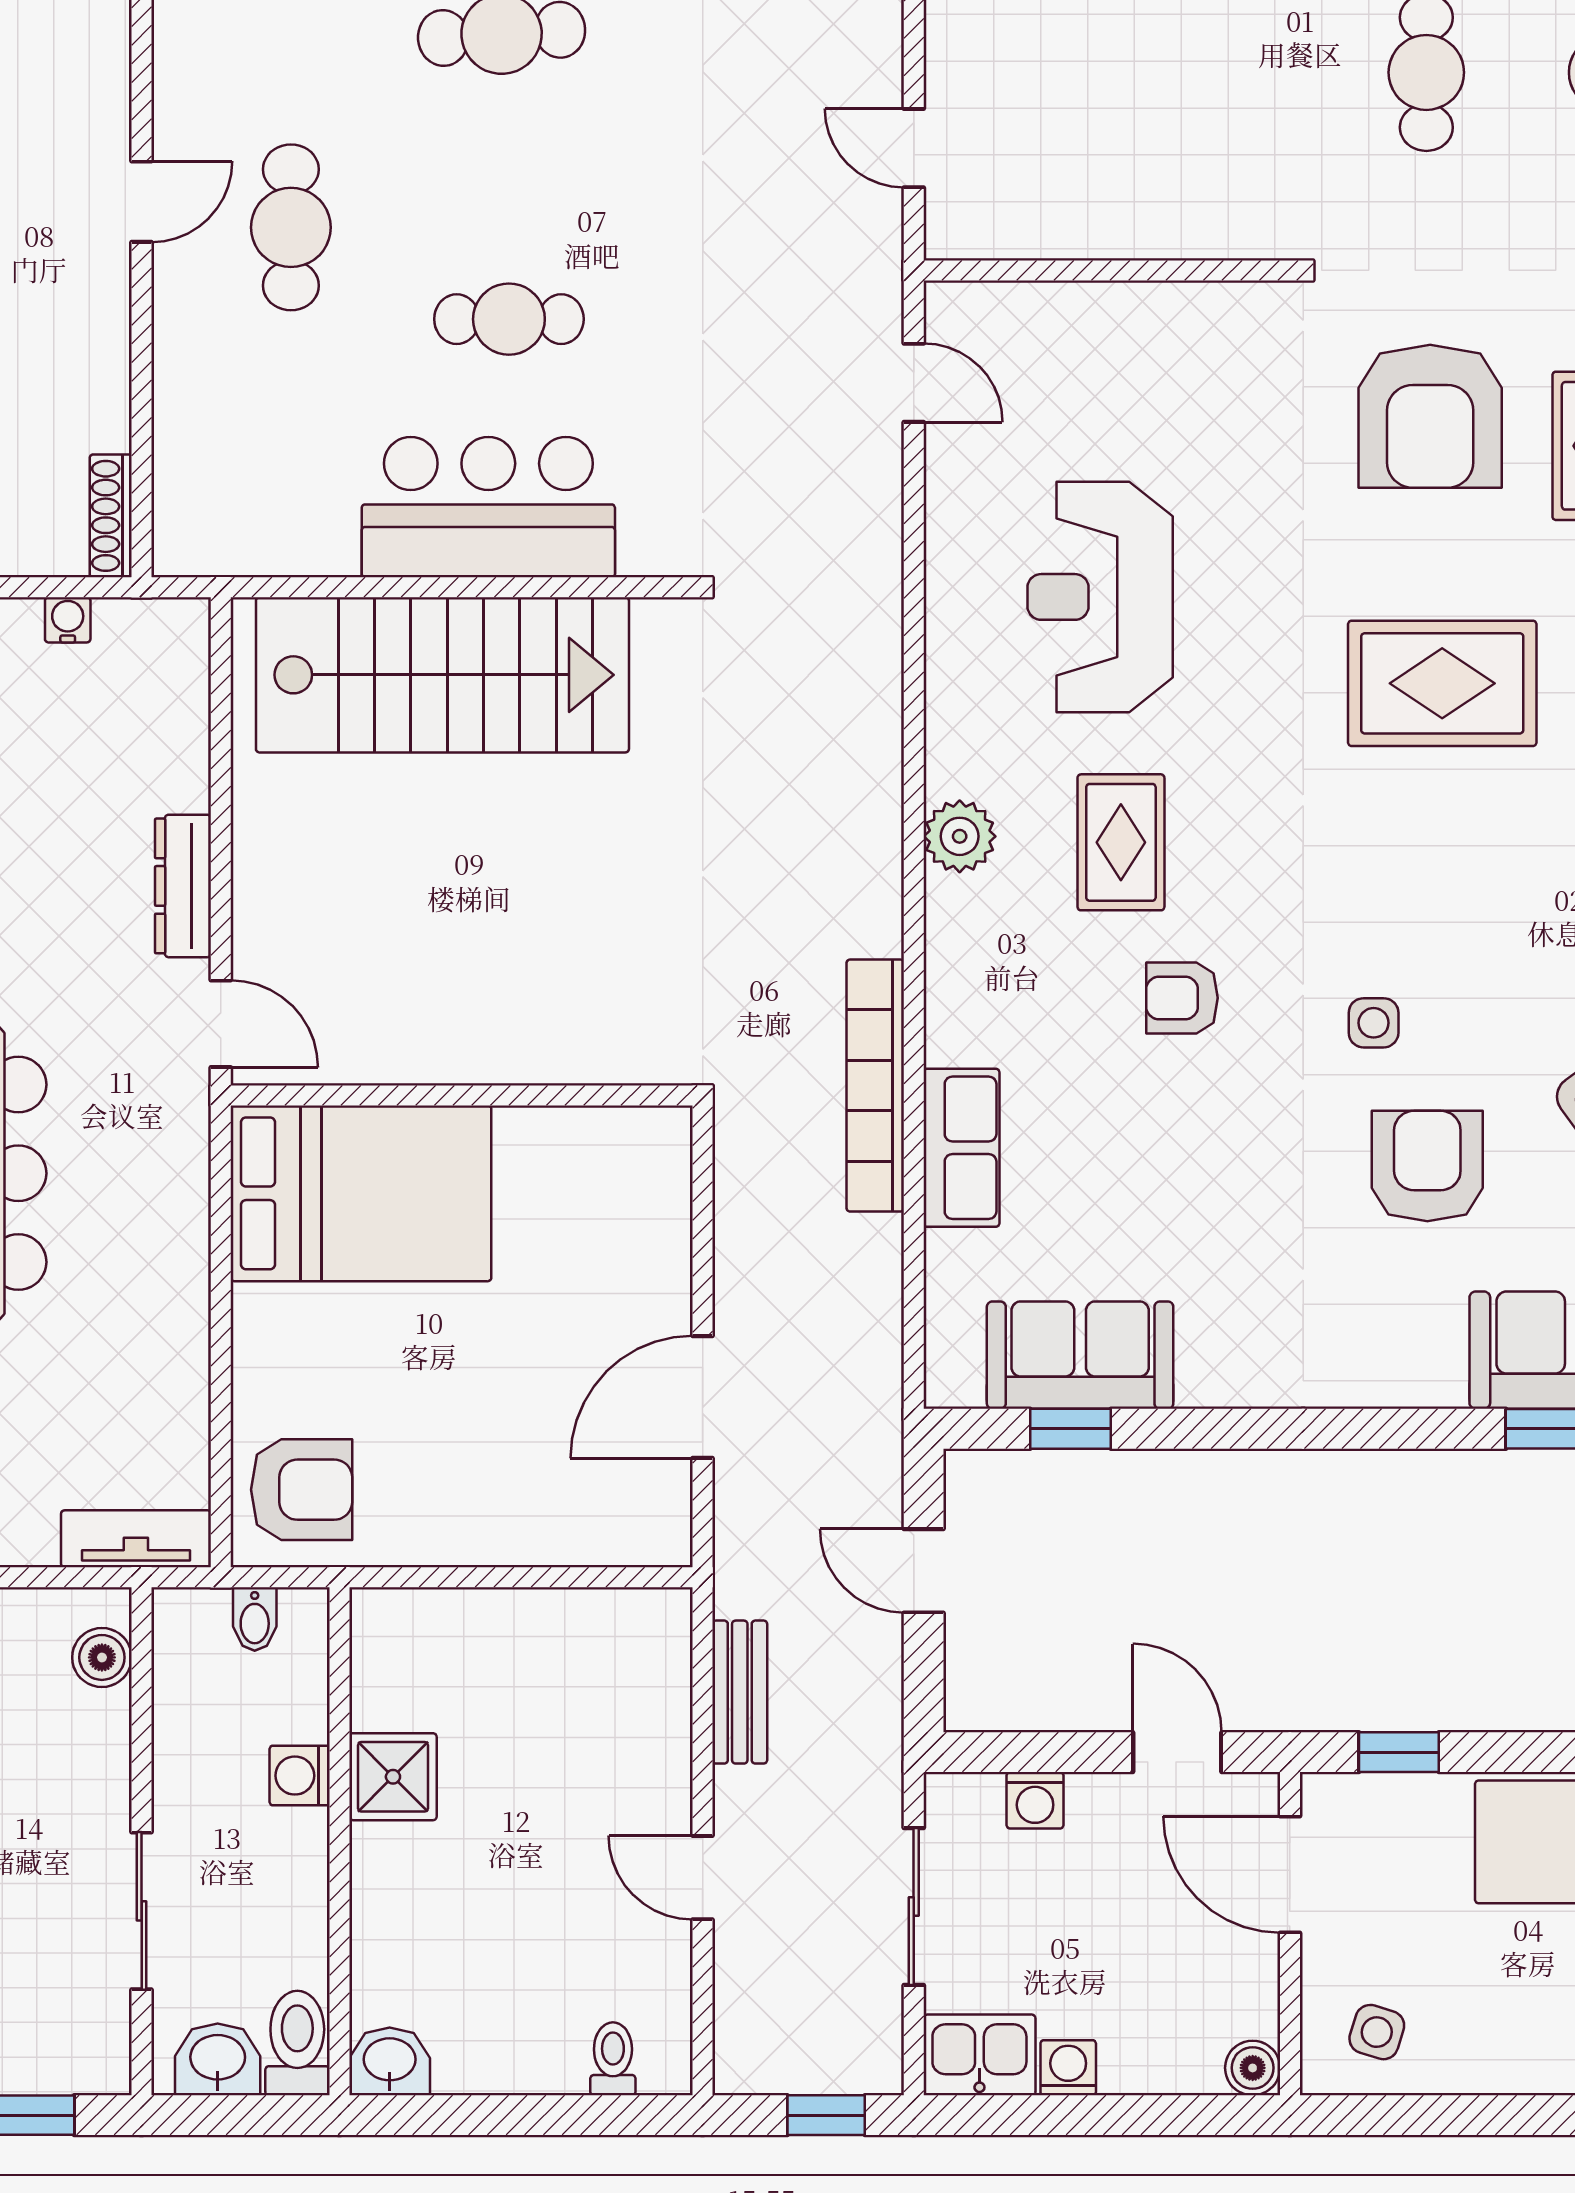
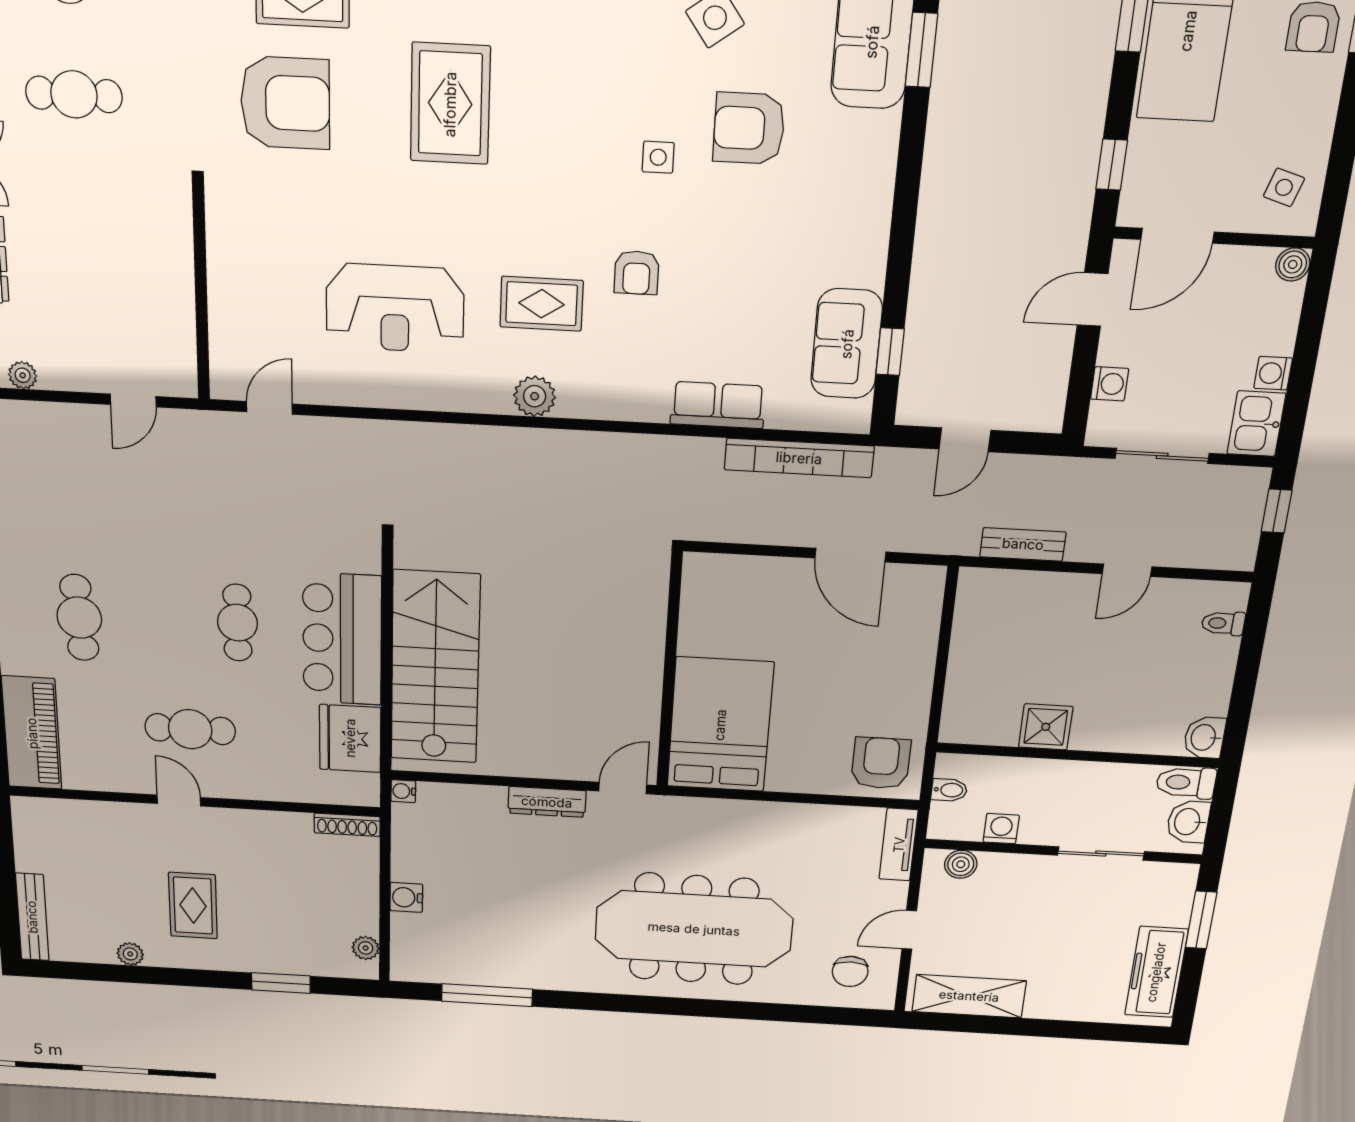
fridge: (290, 521) -> (350, 738), added
water cooler: (68, 620) -> (403, 791), moved
bookcase: (875, 1086) -> (799, 458), moved
washing machine: (300, 1776) -> (1001, 829), moved, turned 180

